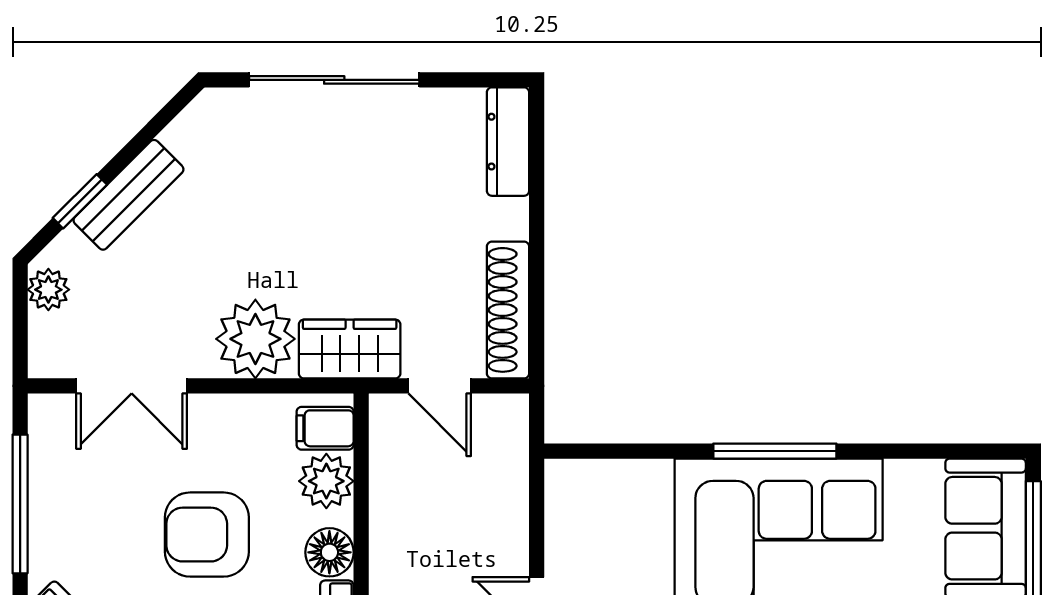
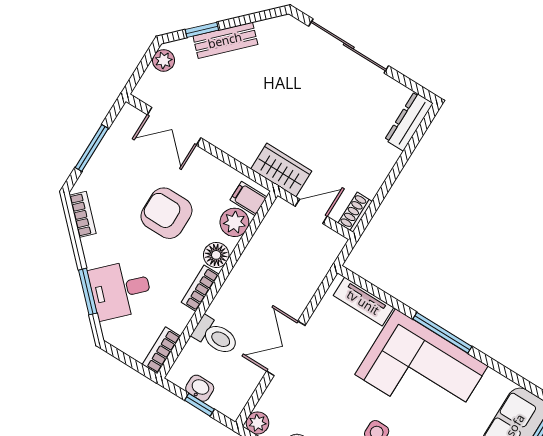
shoe rack: (508, 310) -> (355, 212), width x0.51, depth x0.81
plant: (255, 339) -> (242, 140), removed
door: (440, 386) -> (311, 211), swing flipped
tv unit: (615, 480) -> (363, 302), added
window: (20, 504) -> (92, 148), width x0.69

